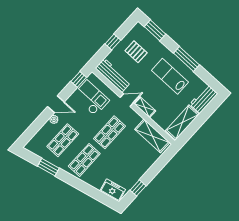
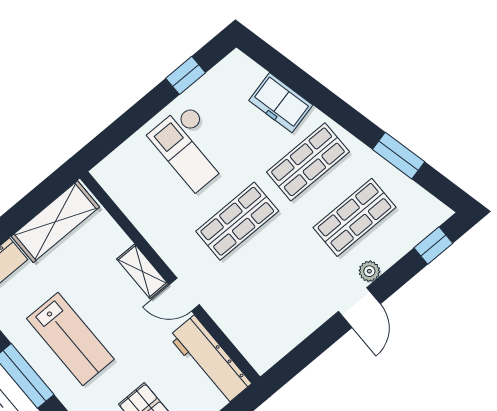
window: (79, 79) -> (433, 246), moved
checkout: (91, 98) -> (191, 147), moved
door: (56, 104) -> (359, 308), swing flipped
shelving: (152, 136) -> (133, 198), removed
freezer: (113, 190) -> (281, 103), moved

